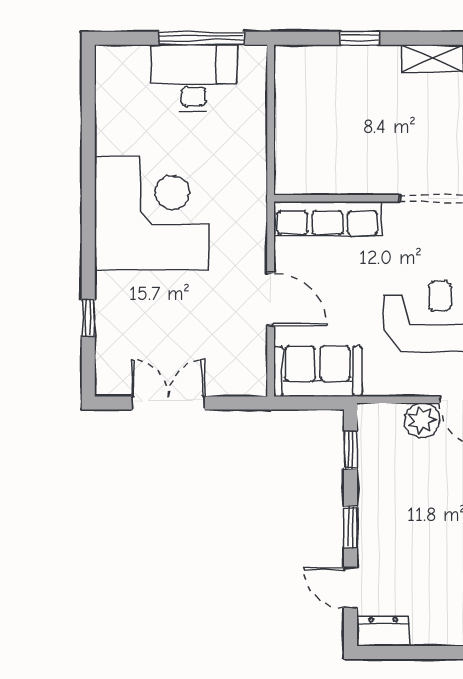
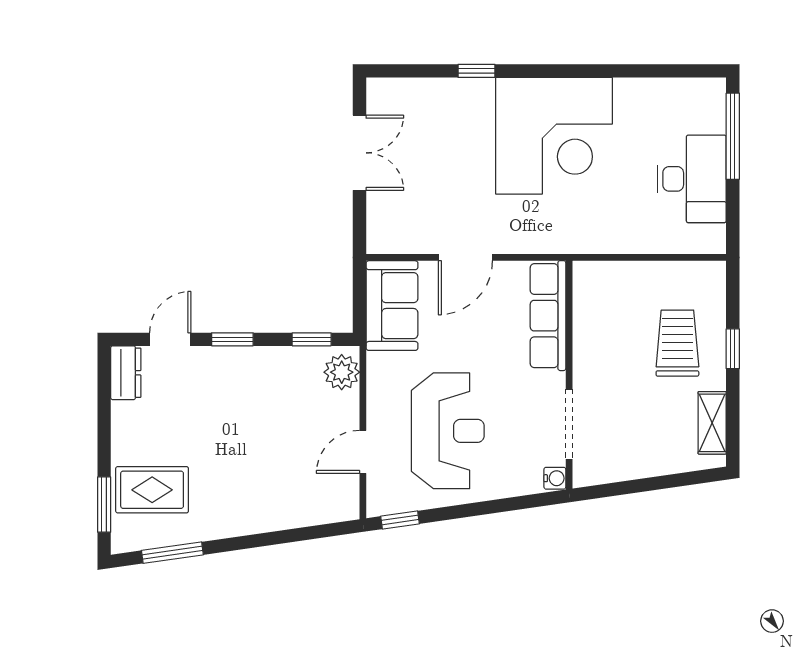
window: (202, 38) -> (733, 136), moved
trolley: (354, 92) -> (677, 343), added
window: (88, 318) -> (476, 71), moved
plant: (422, 420) -> (342, 372), moved

